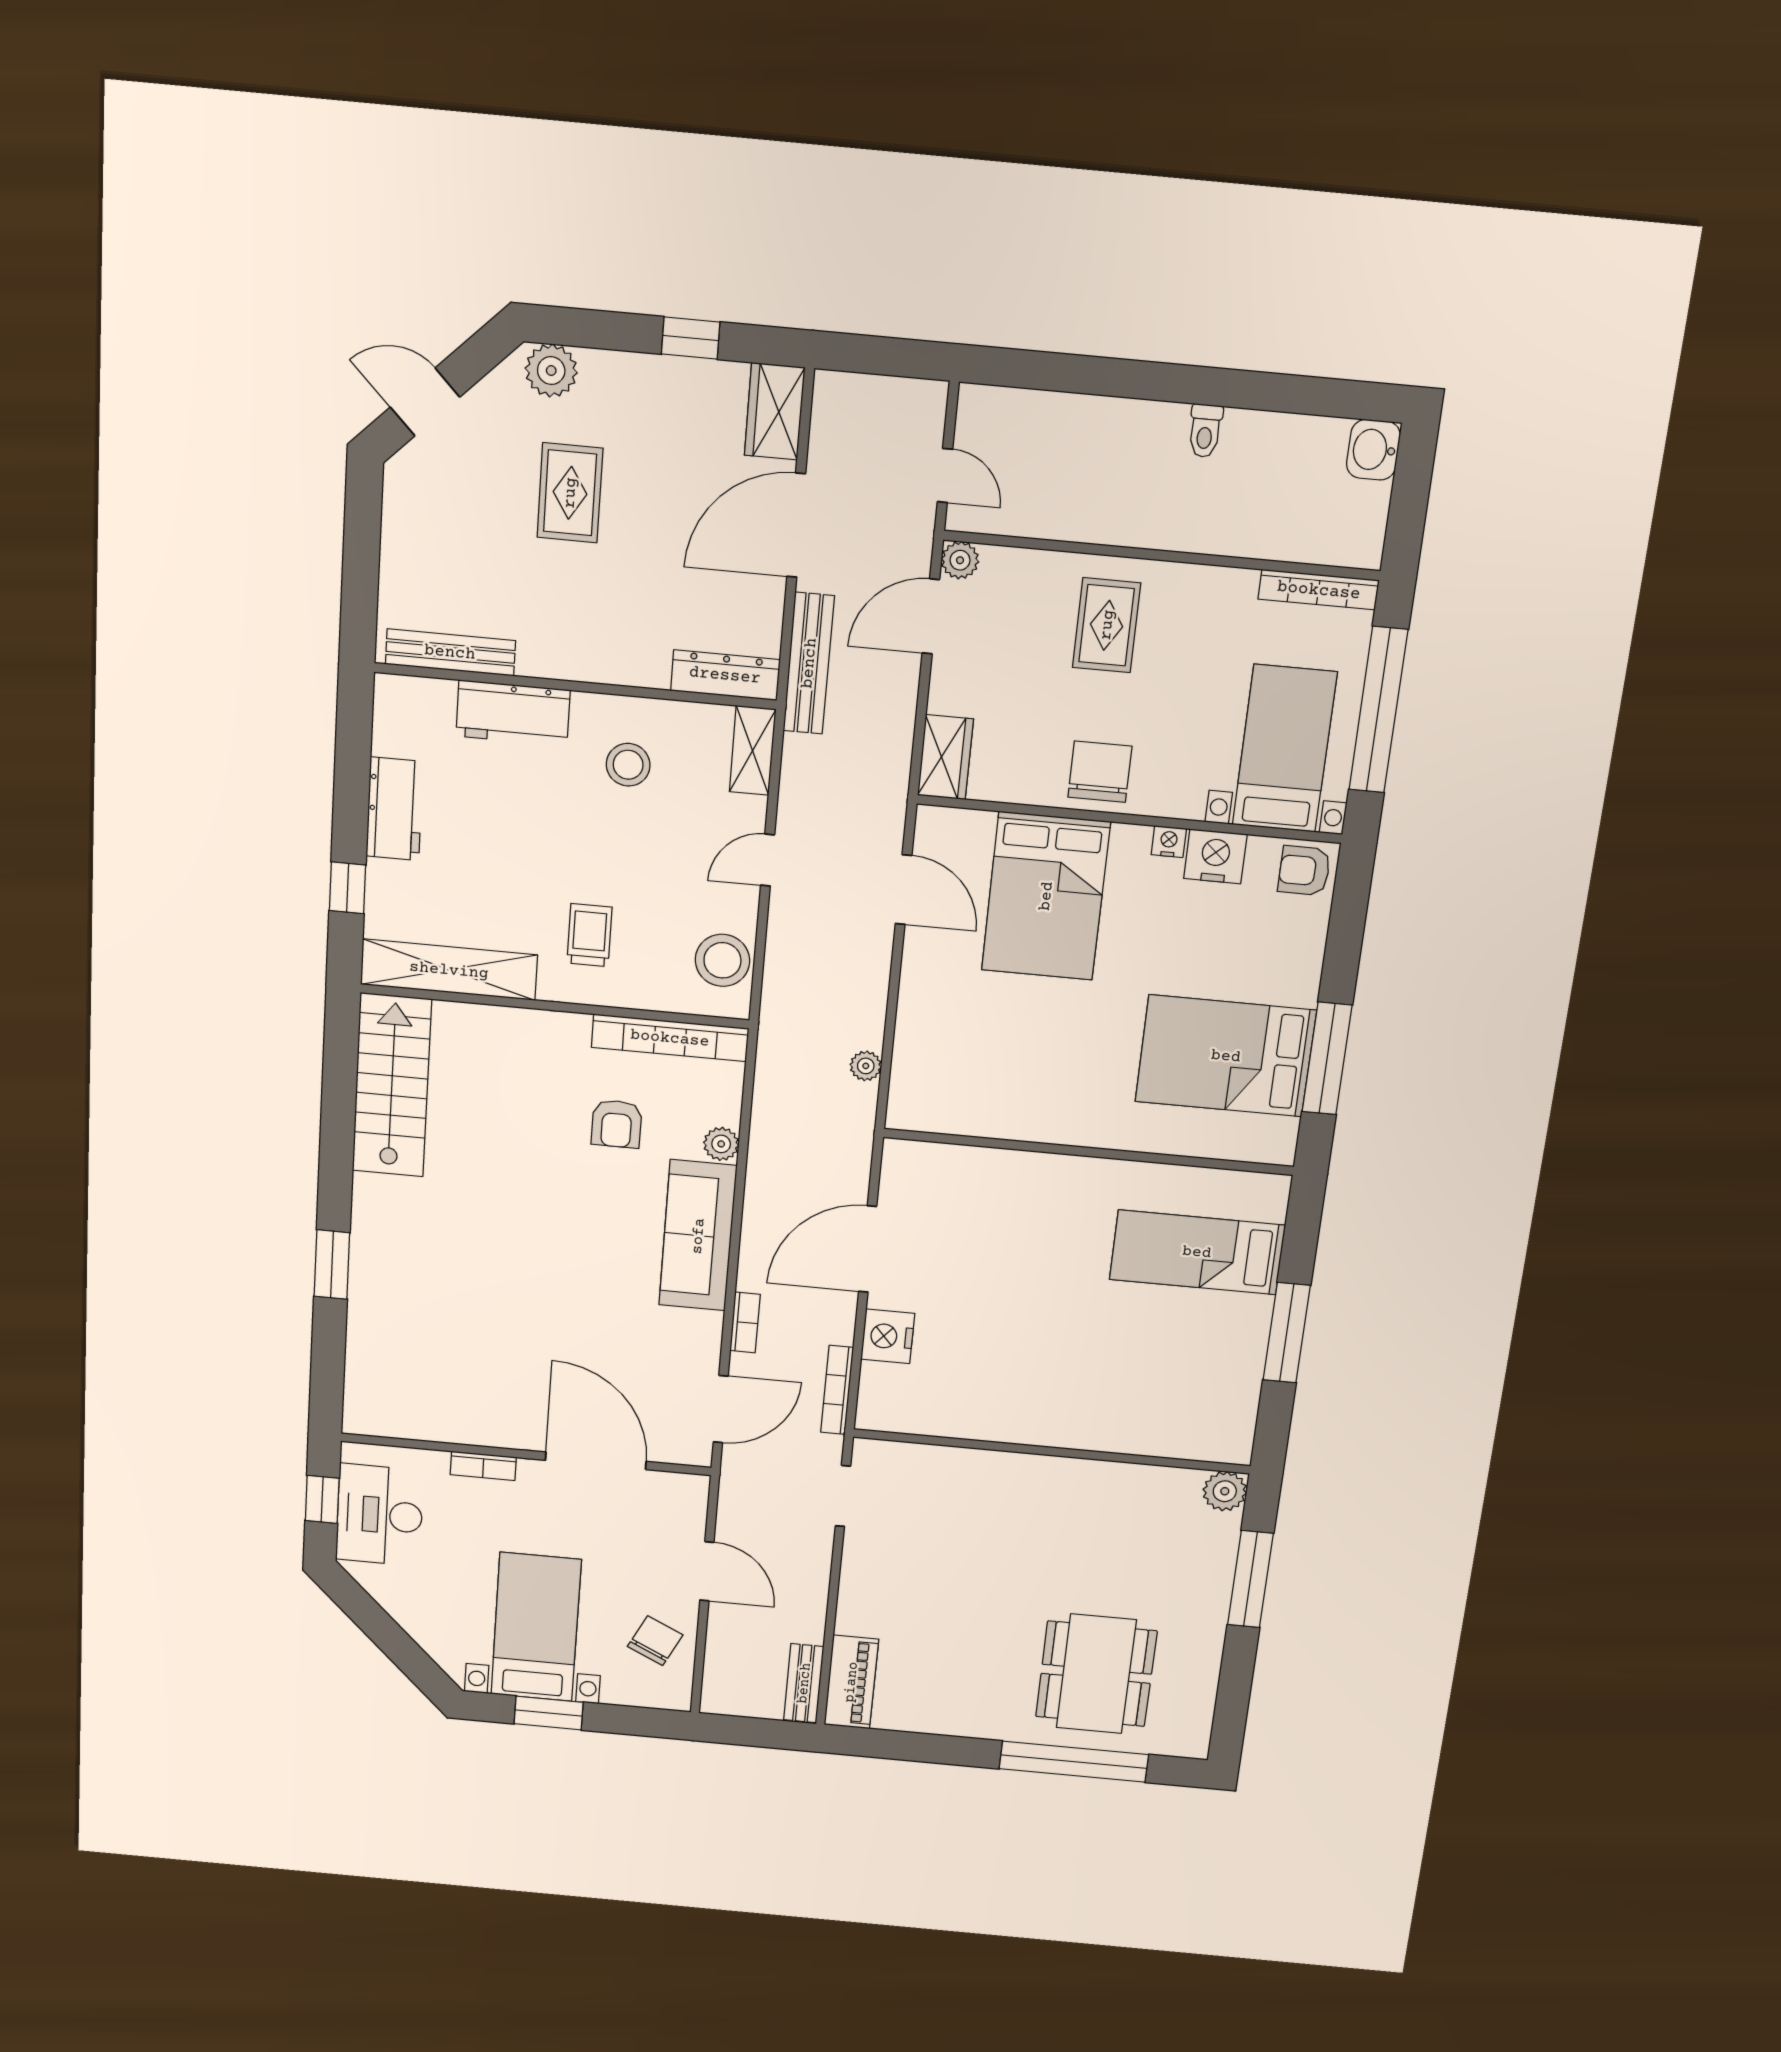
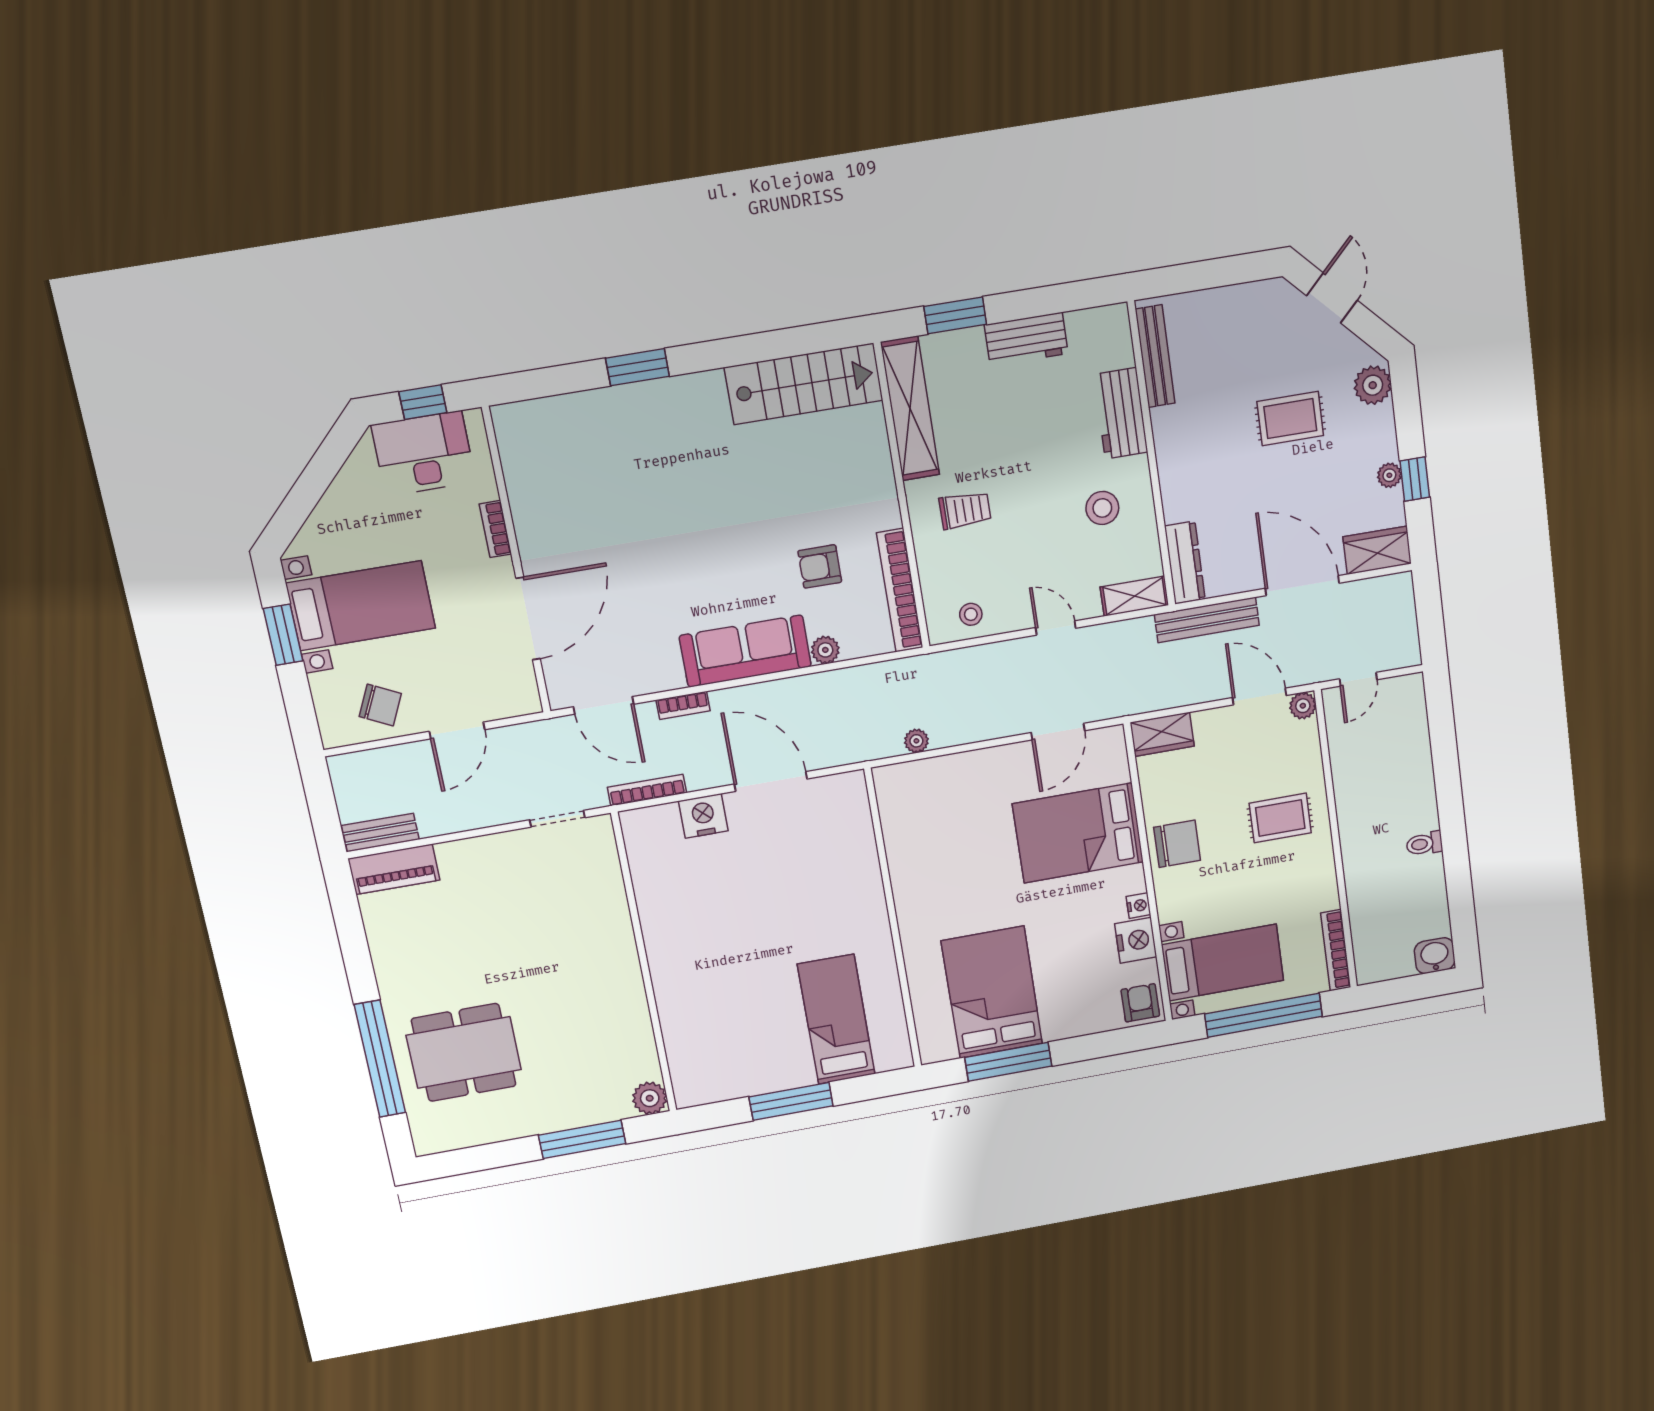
plant: (677, 373) -> (1389, 475), added
window: (348, 888) -> (955, 315), width x1.50
stool: (722, 960) -> (971, 614), width x0.53, depth x0.53

